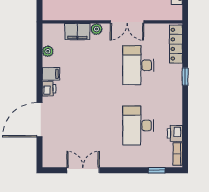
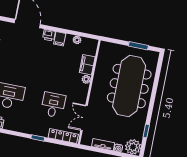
double door: (127, 22) -> (84, 118), moved
desk: (138, 65) -> (53, 105), width x0.73

